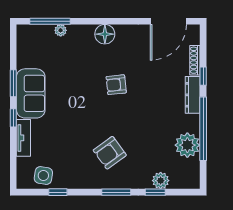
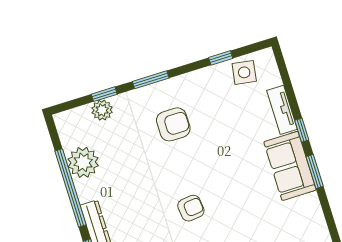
armchair: (110, 153) -> (173, 124), turned 36

